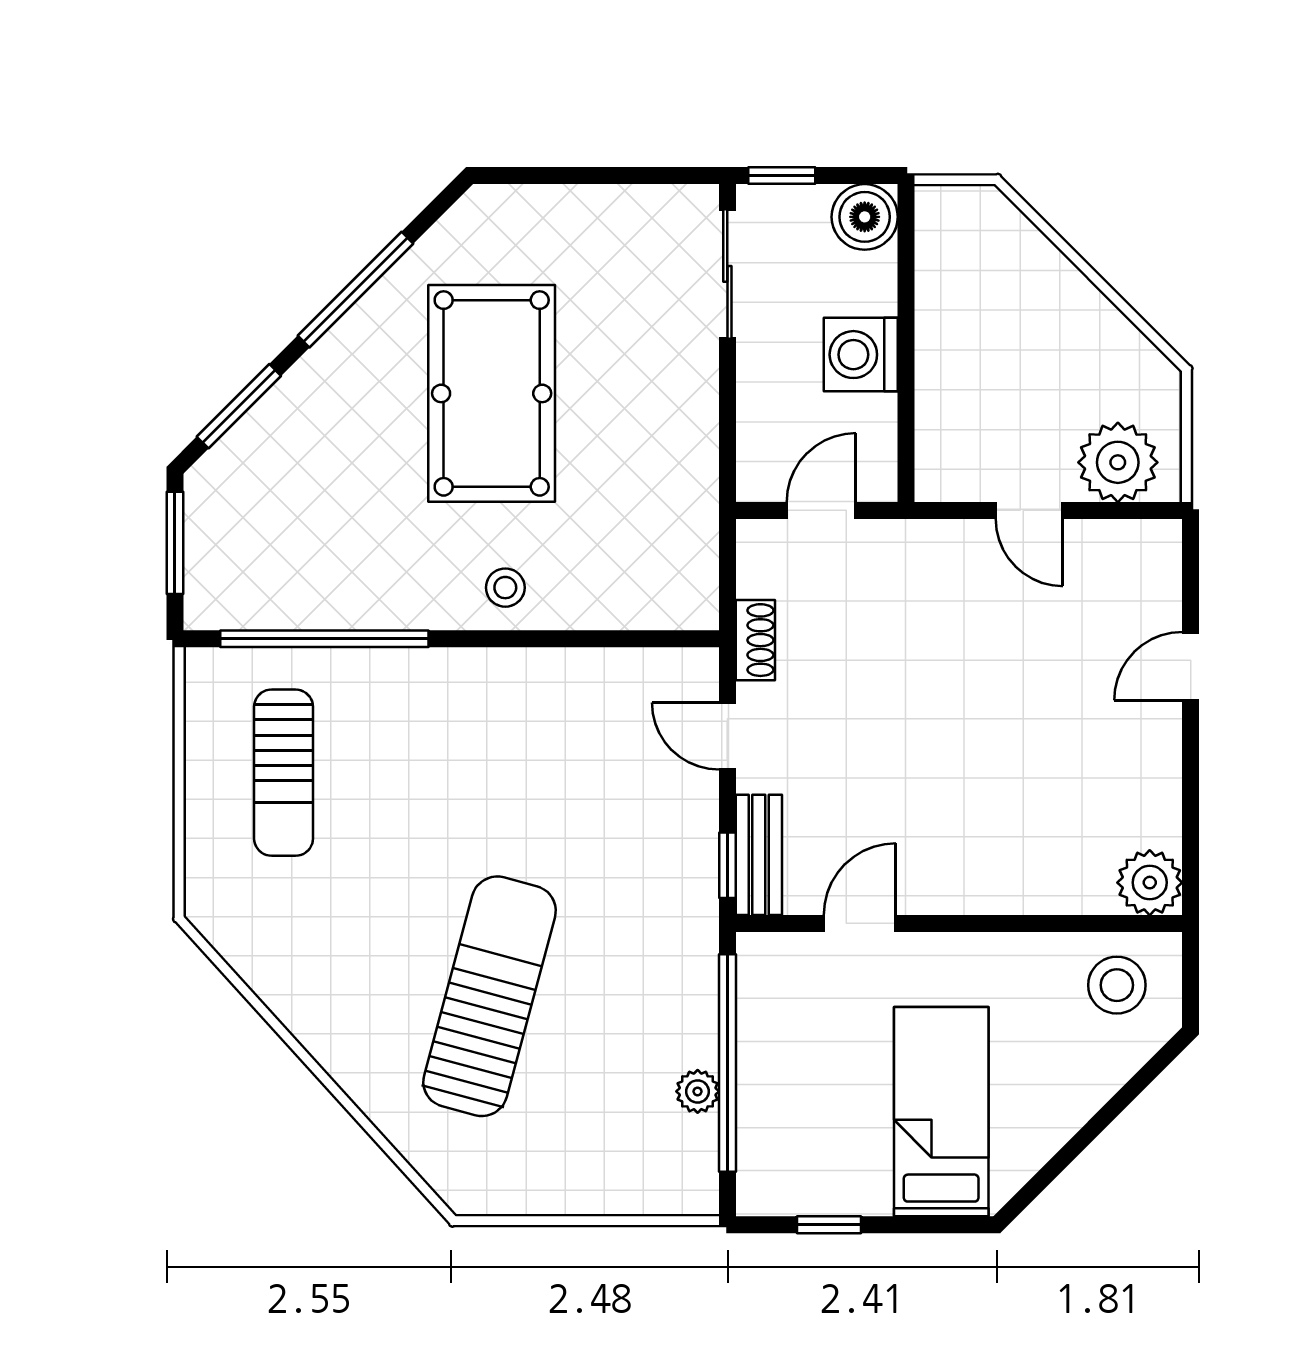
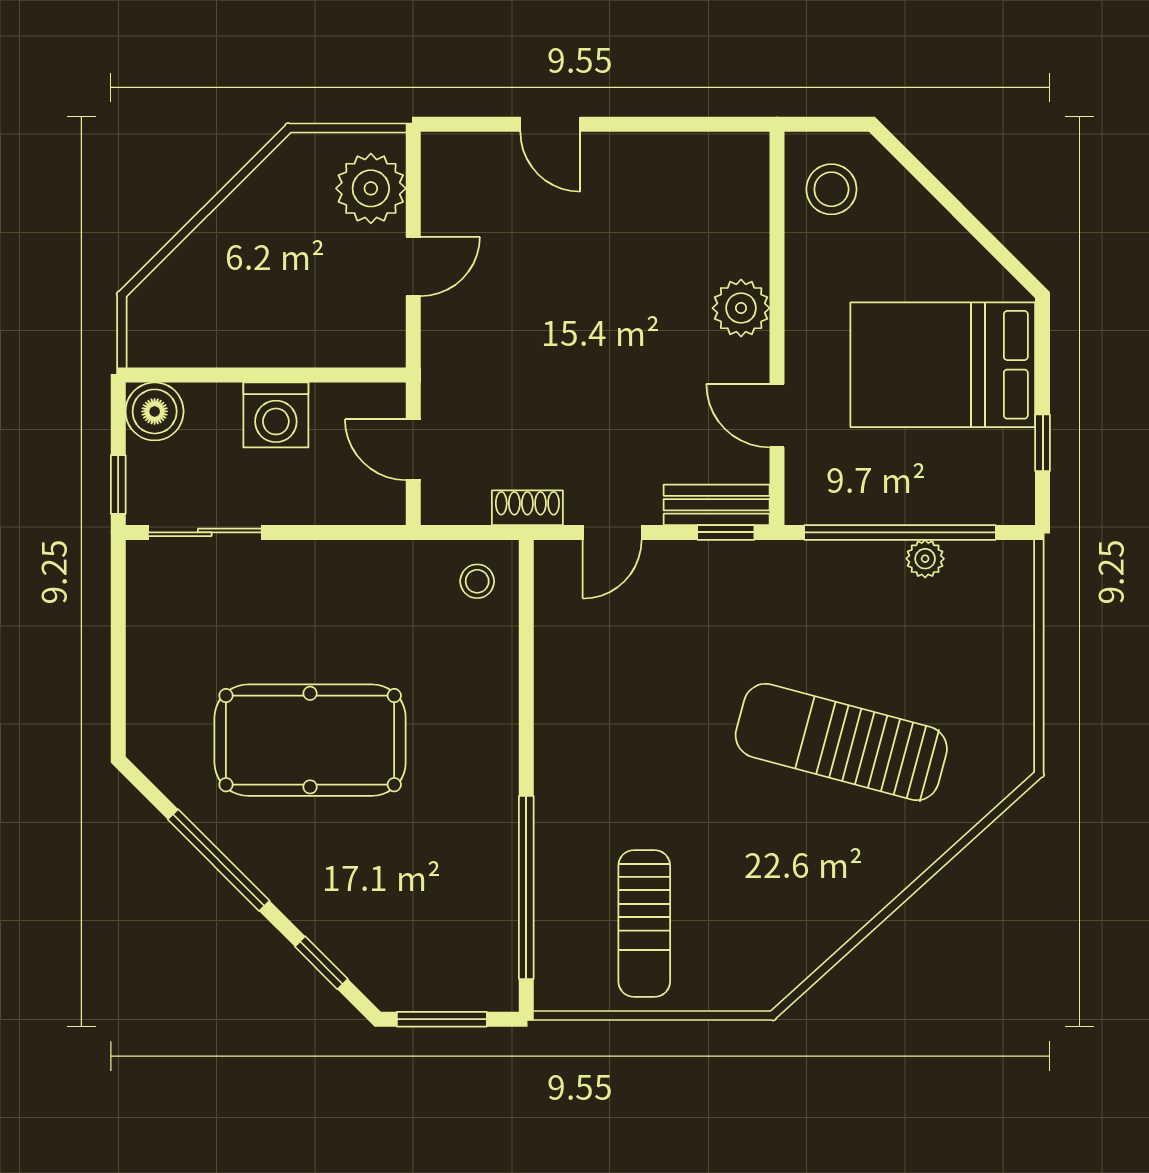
window: (239, 406) -> (321, 963), width x0.67
stool: (505, 588) -> (477, 581), moved
sun lounger: (284, 773) -> (644, 923), turned 90
plant: (1150, 883) -> (741, 308), moved
bed: (941, 1112) -> (943, 365), width x1.50

